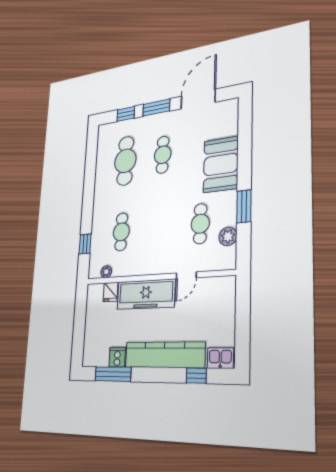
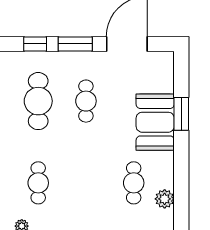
window: (244, 206) -> (181, 114), moved

